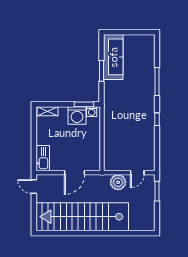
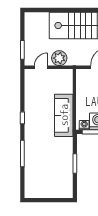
sofa: (113, 57) -> (64, 115), moved

